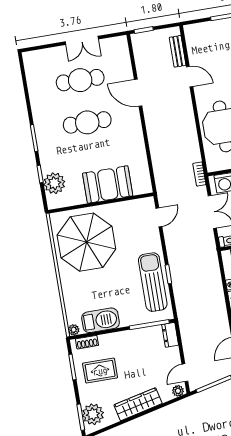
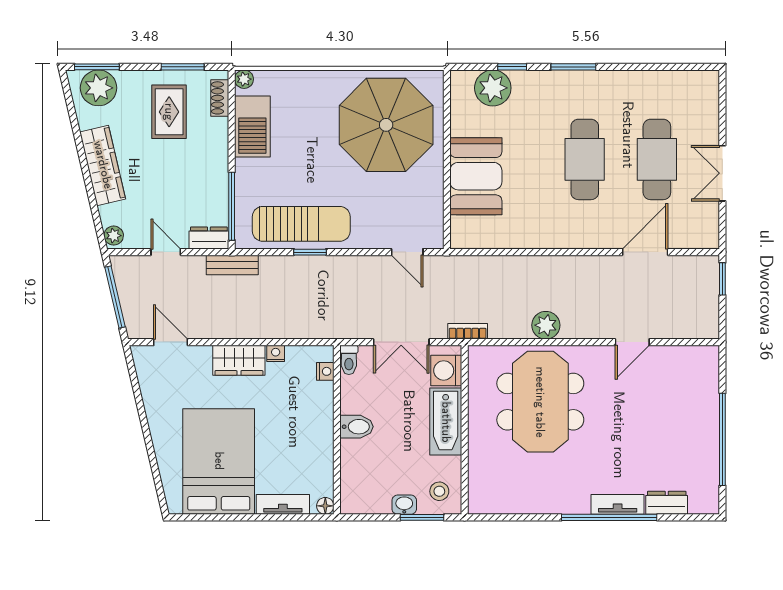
bench: (178, 51) -> (232, 265), moved
door: (138, 93) -> (645, 252), moved
plant: (188, 129) -> (546, 325), added
door: (185, 373) -> (166, 252), moved

